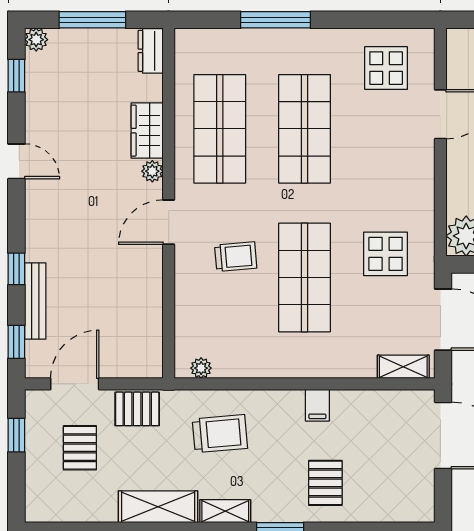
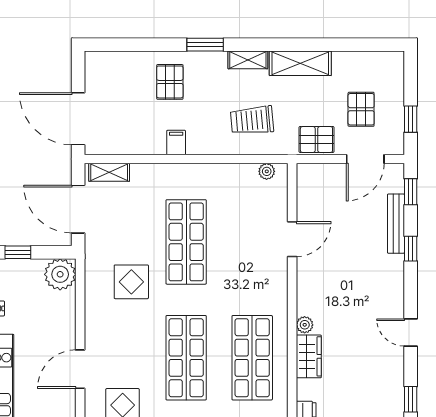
door: (169, 222) -> (292, 239), moved
display table: (386, 254) -> (131, 282), moved
trolley: (236, 257) -> (240, 258), removed

